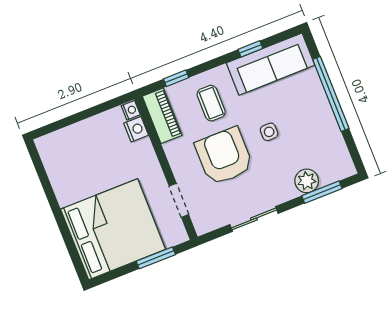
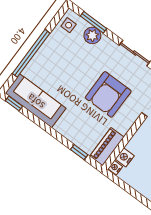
window: (250, 49) -> (14, 104), moved
coffee table: (211, 103) -> (81, 122), removed
side table: (269, 132) -> (69, 25), moved

